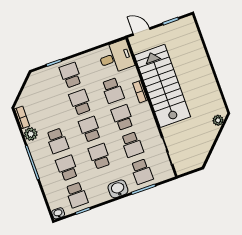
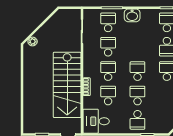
school desk: (80, 102) -> (137, 95), turned 180
school desk: (122, 118) -> (108, 71), turned 180
school desk: (90, 129) -> (137, 71), turned 180
school desk: (100, 156) -> (137, 47), removed

